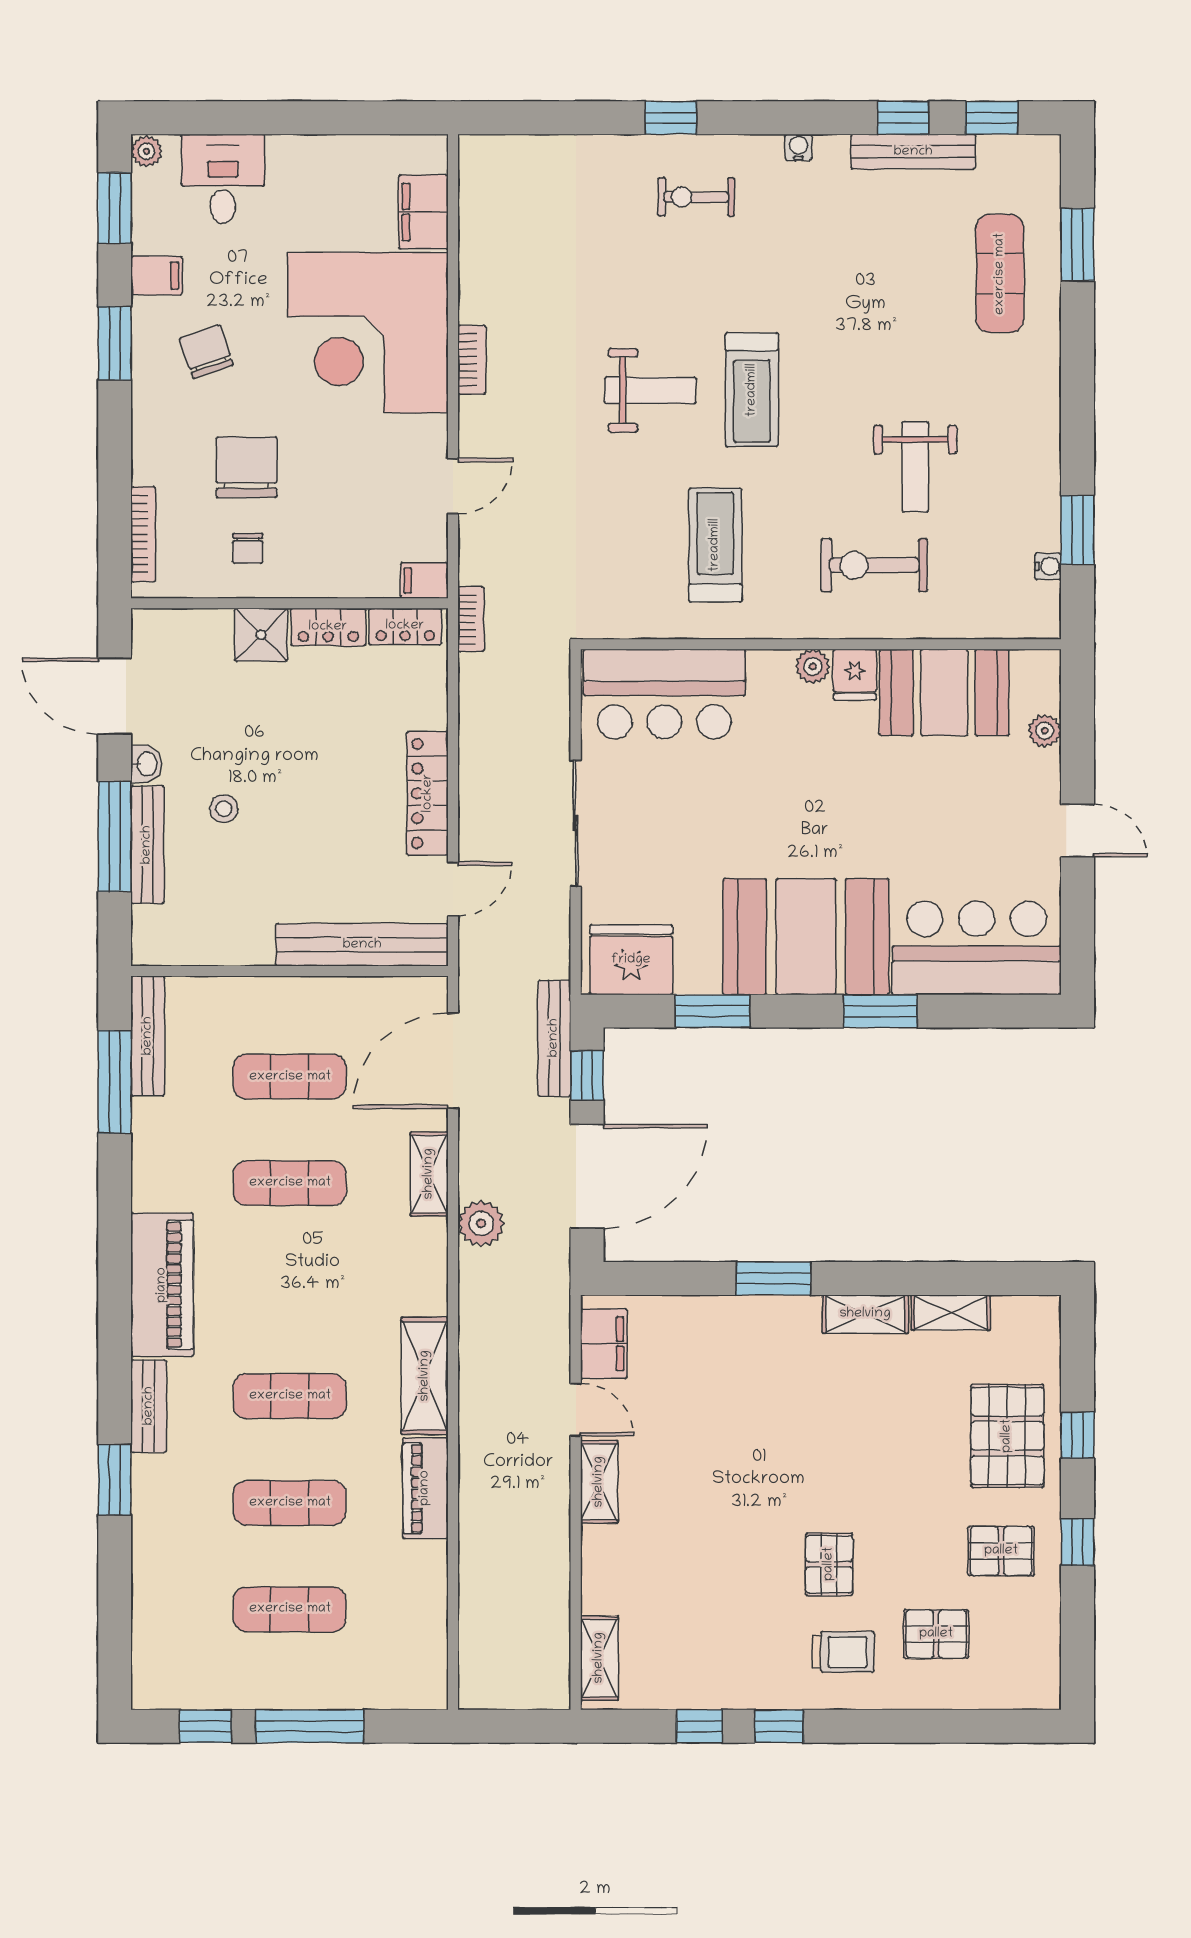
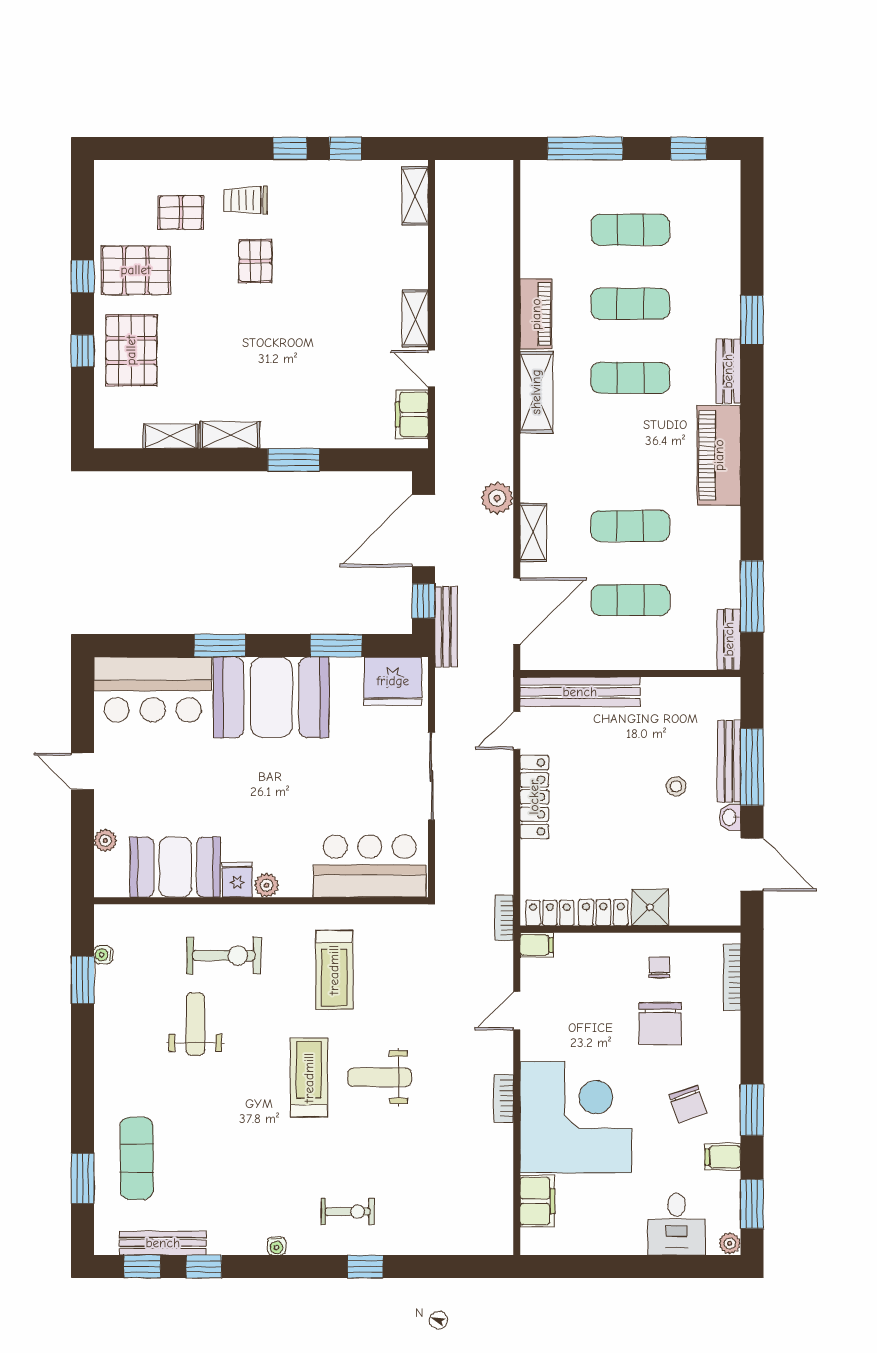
bench: (913, 152) -> (163, 1243), moved
bench: (148, 1036) -> (729, 639), width x0.73
pallet: (1001, 1551) -> (136, 270), width x1.50, depth x1.42
window: (310, 1726) -> (585, 148), moved

